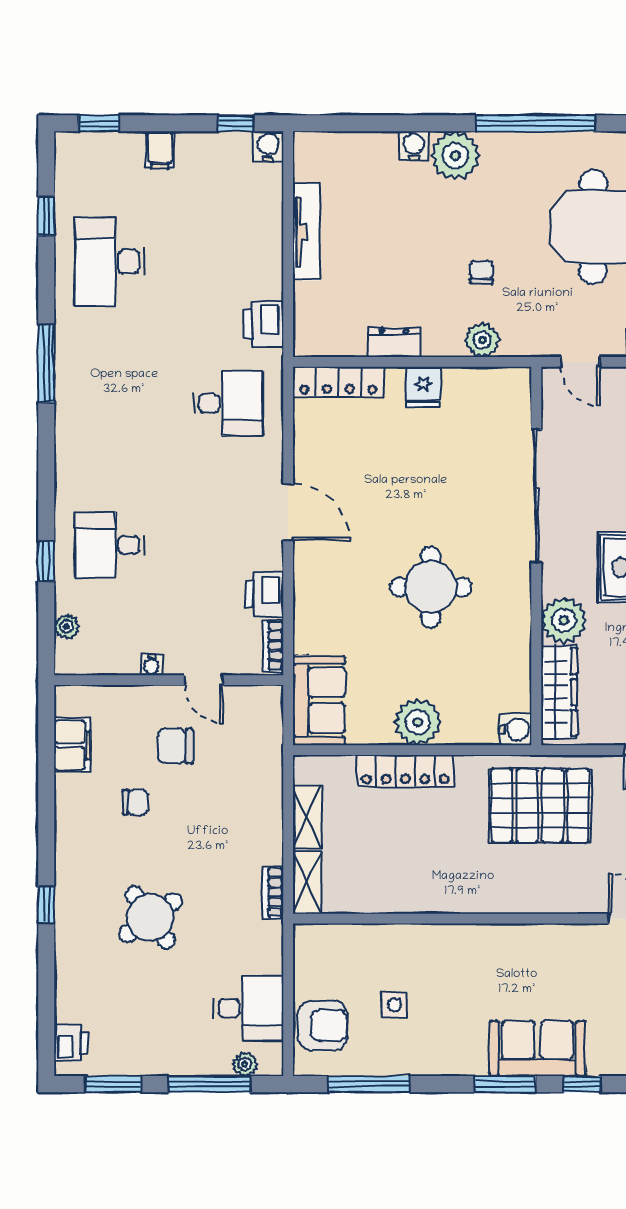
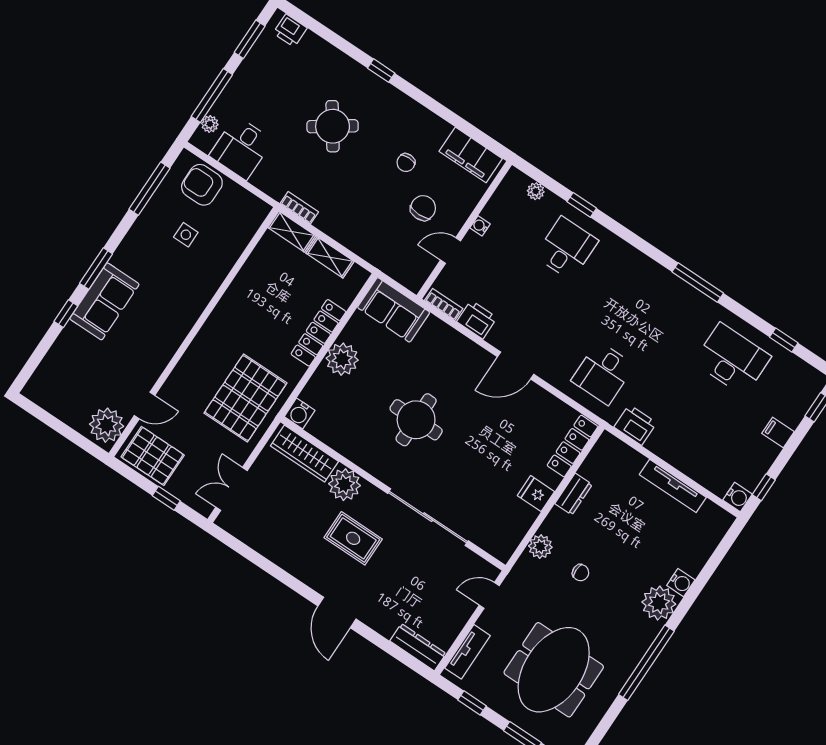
filing cabinet: (72, 745) -> (471, 155), width x1.50, depth x1.17
armchair: (323, 1025) -> (202, 185), turned 90

